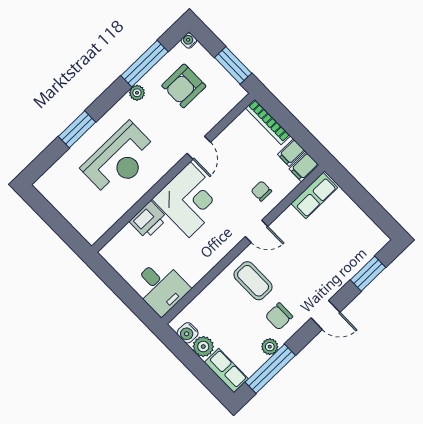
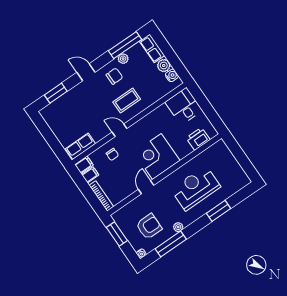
printer: (148, 220) -> (198, 139), moved
coffee table: (253, 281) -> (127, 101), turned 90

